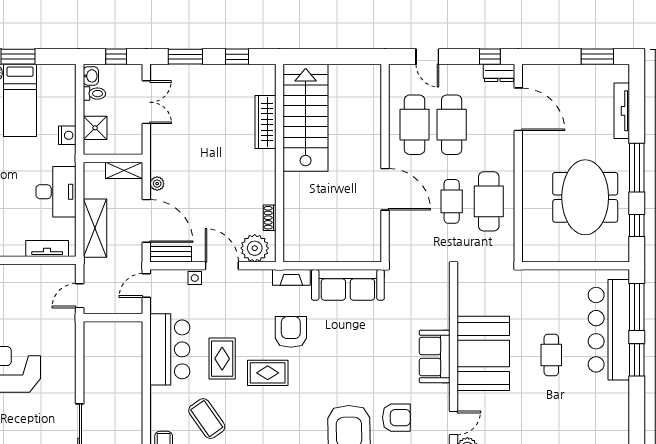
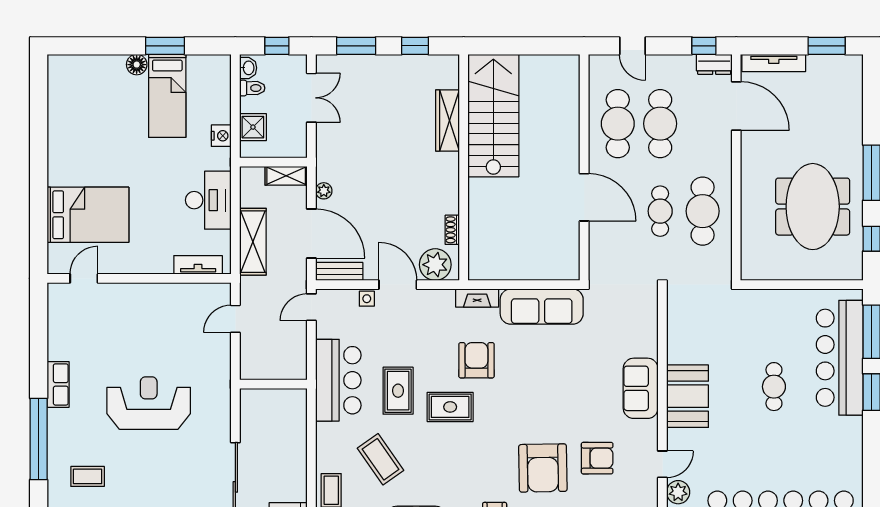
tv unit: (622, 111) -> (774, 63), moved, turned -90
wall: (113, 318) -> (273, 384), moved
booth: (483, 353) -> (687, 396), width x0.73, depth x0.70

